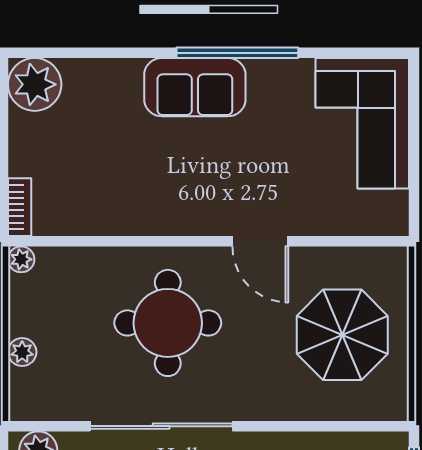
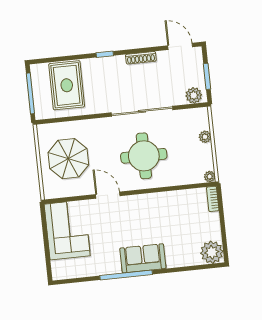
corner sofa: (362, 123) -> (67, 230), moved

